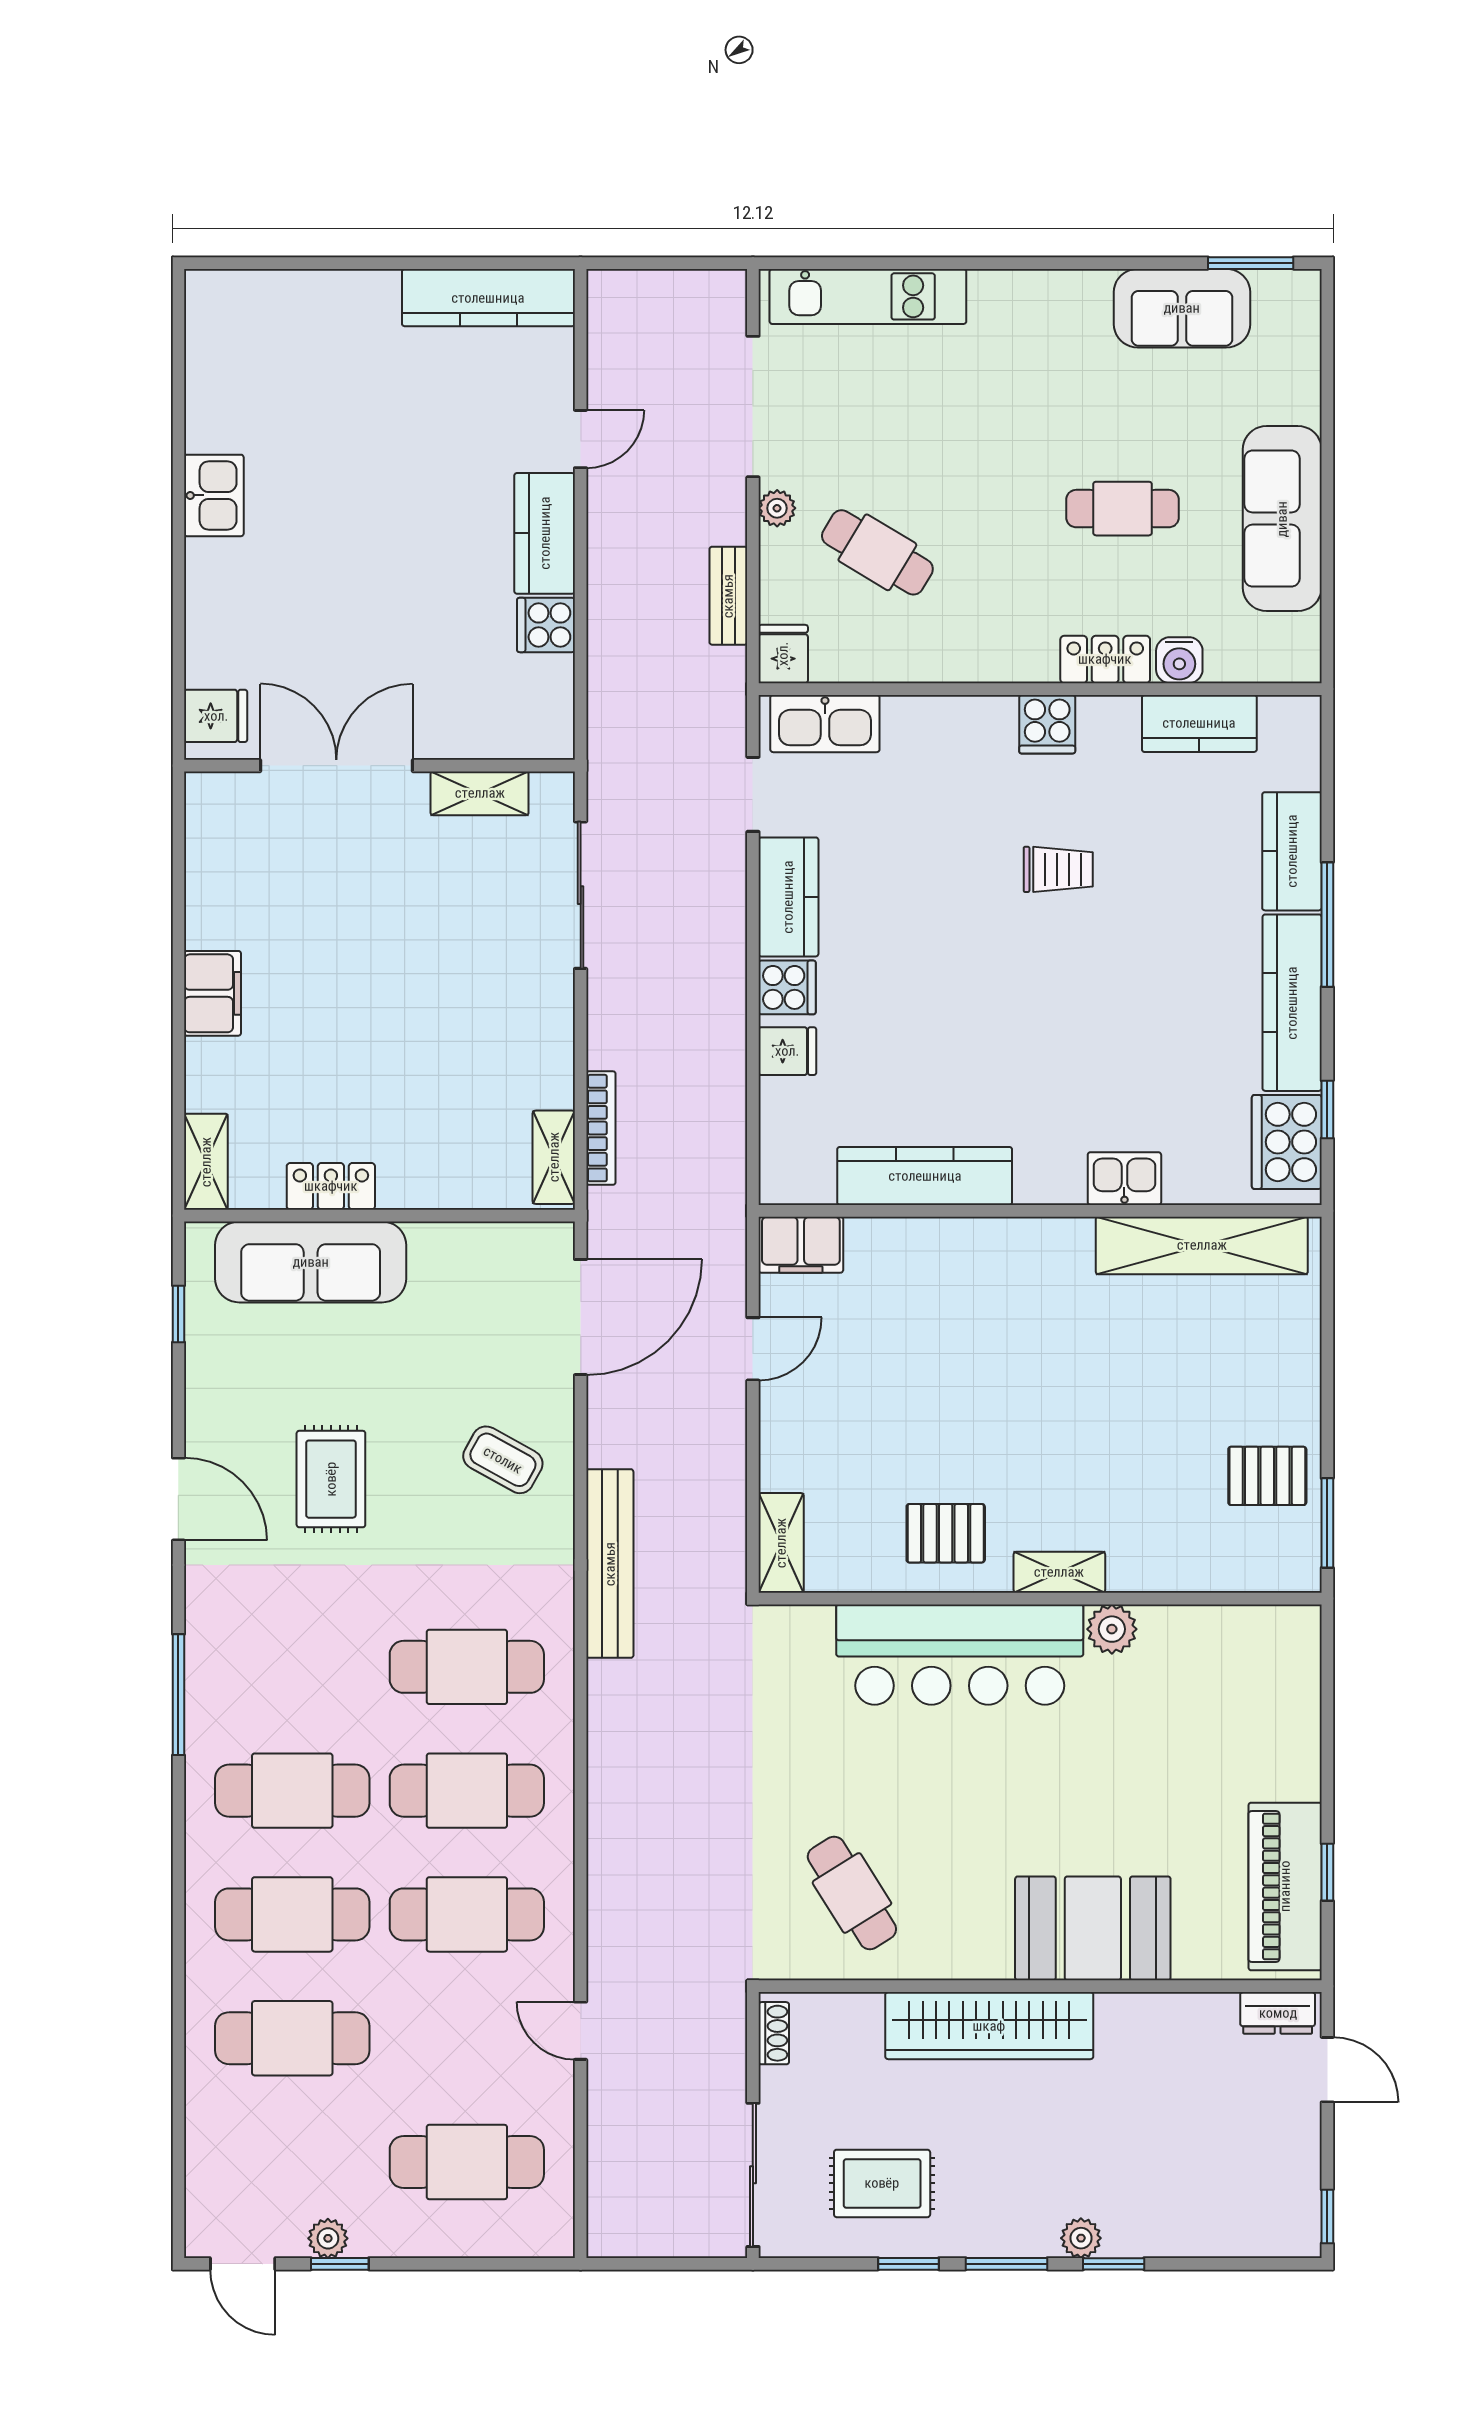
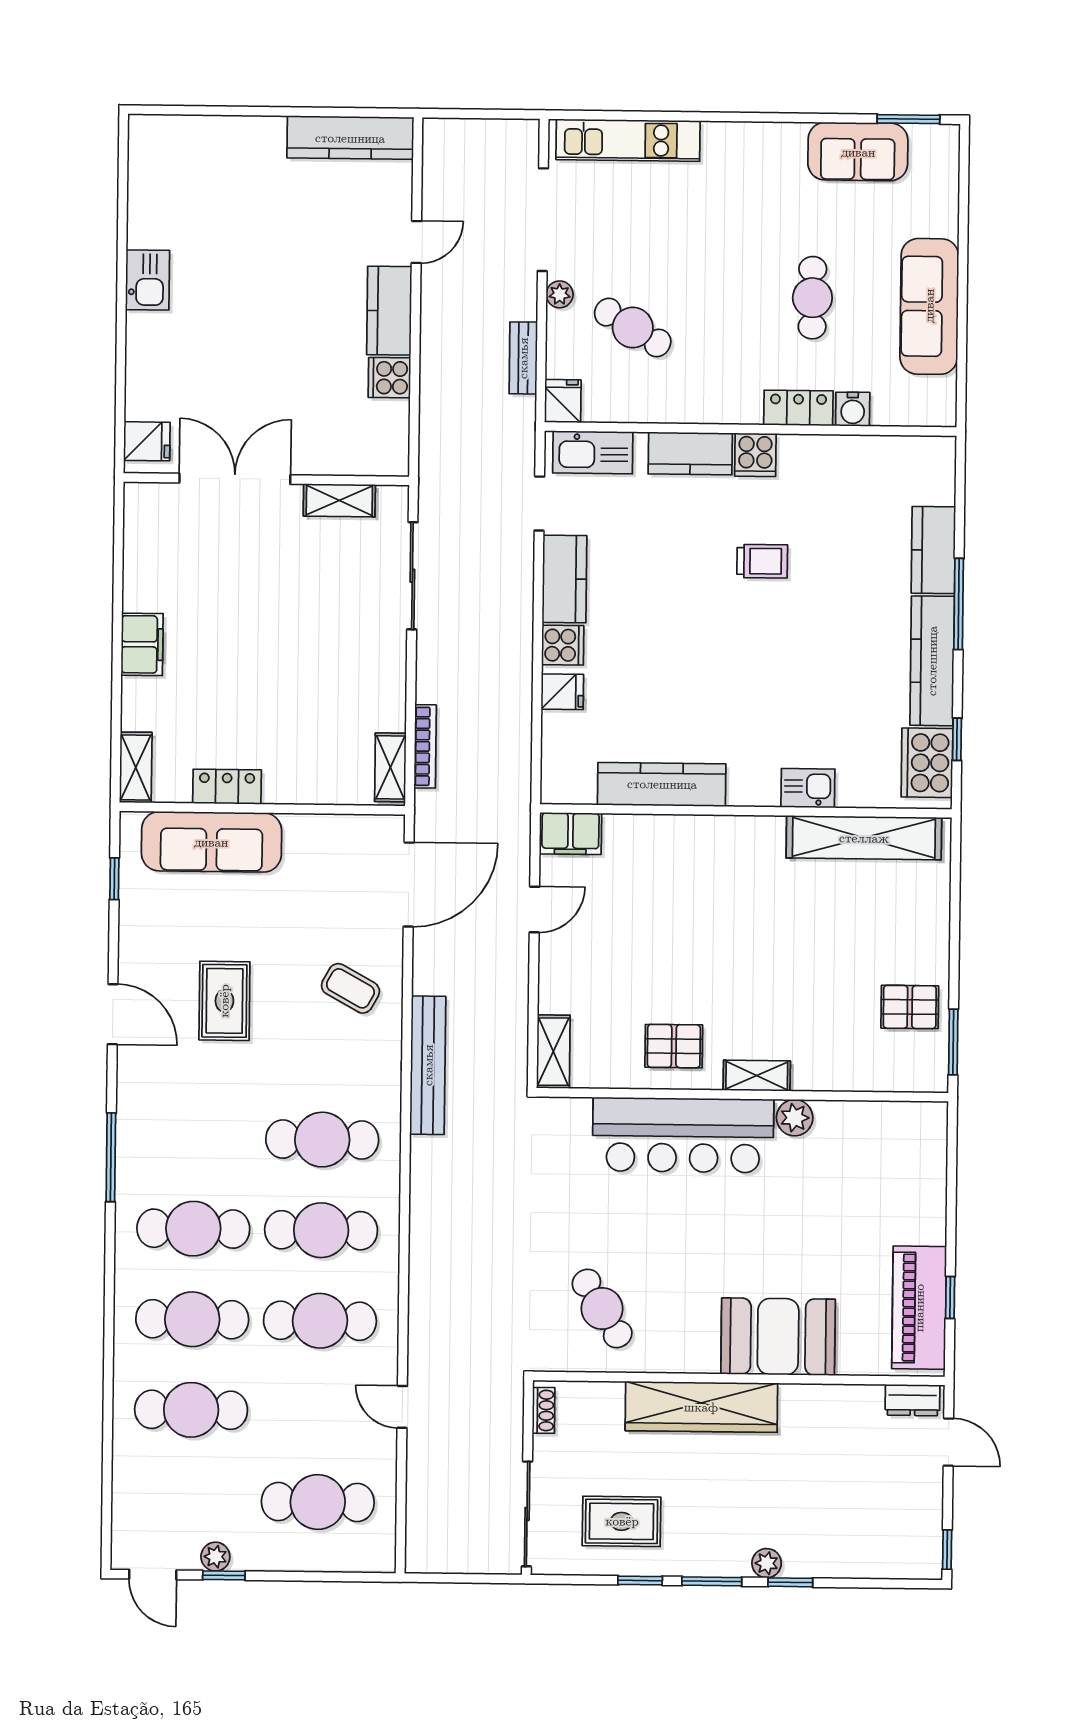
cafe table: (1122, 509) -> (812, 298), turned 90
kitchen counter: (1199, 723) -> (690, 453), moved

